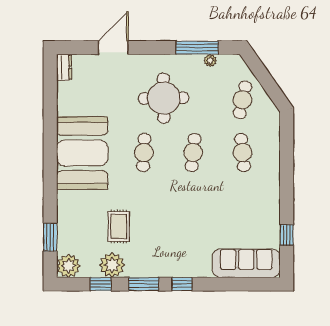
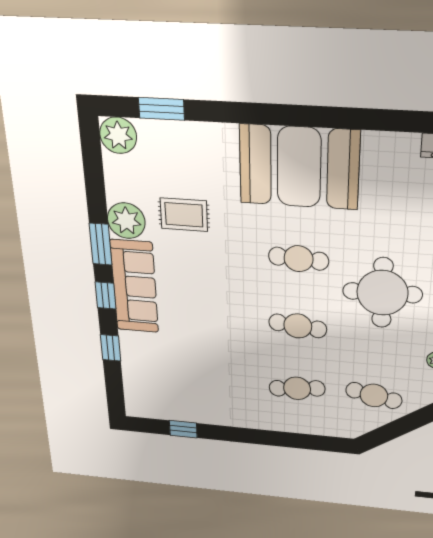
sofa: (246, 263) -> (134, 287), moved
plant: (112, 265) -> (126, 221), moved
window: (101, 284) -> (111, 348), moved

